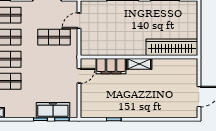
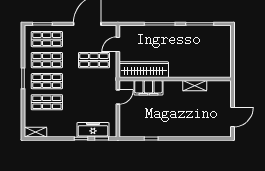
wardrobe: (172, 47) -> (144, 70), moved
shelving: (139, 64) -> (195, 86), moved

